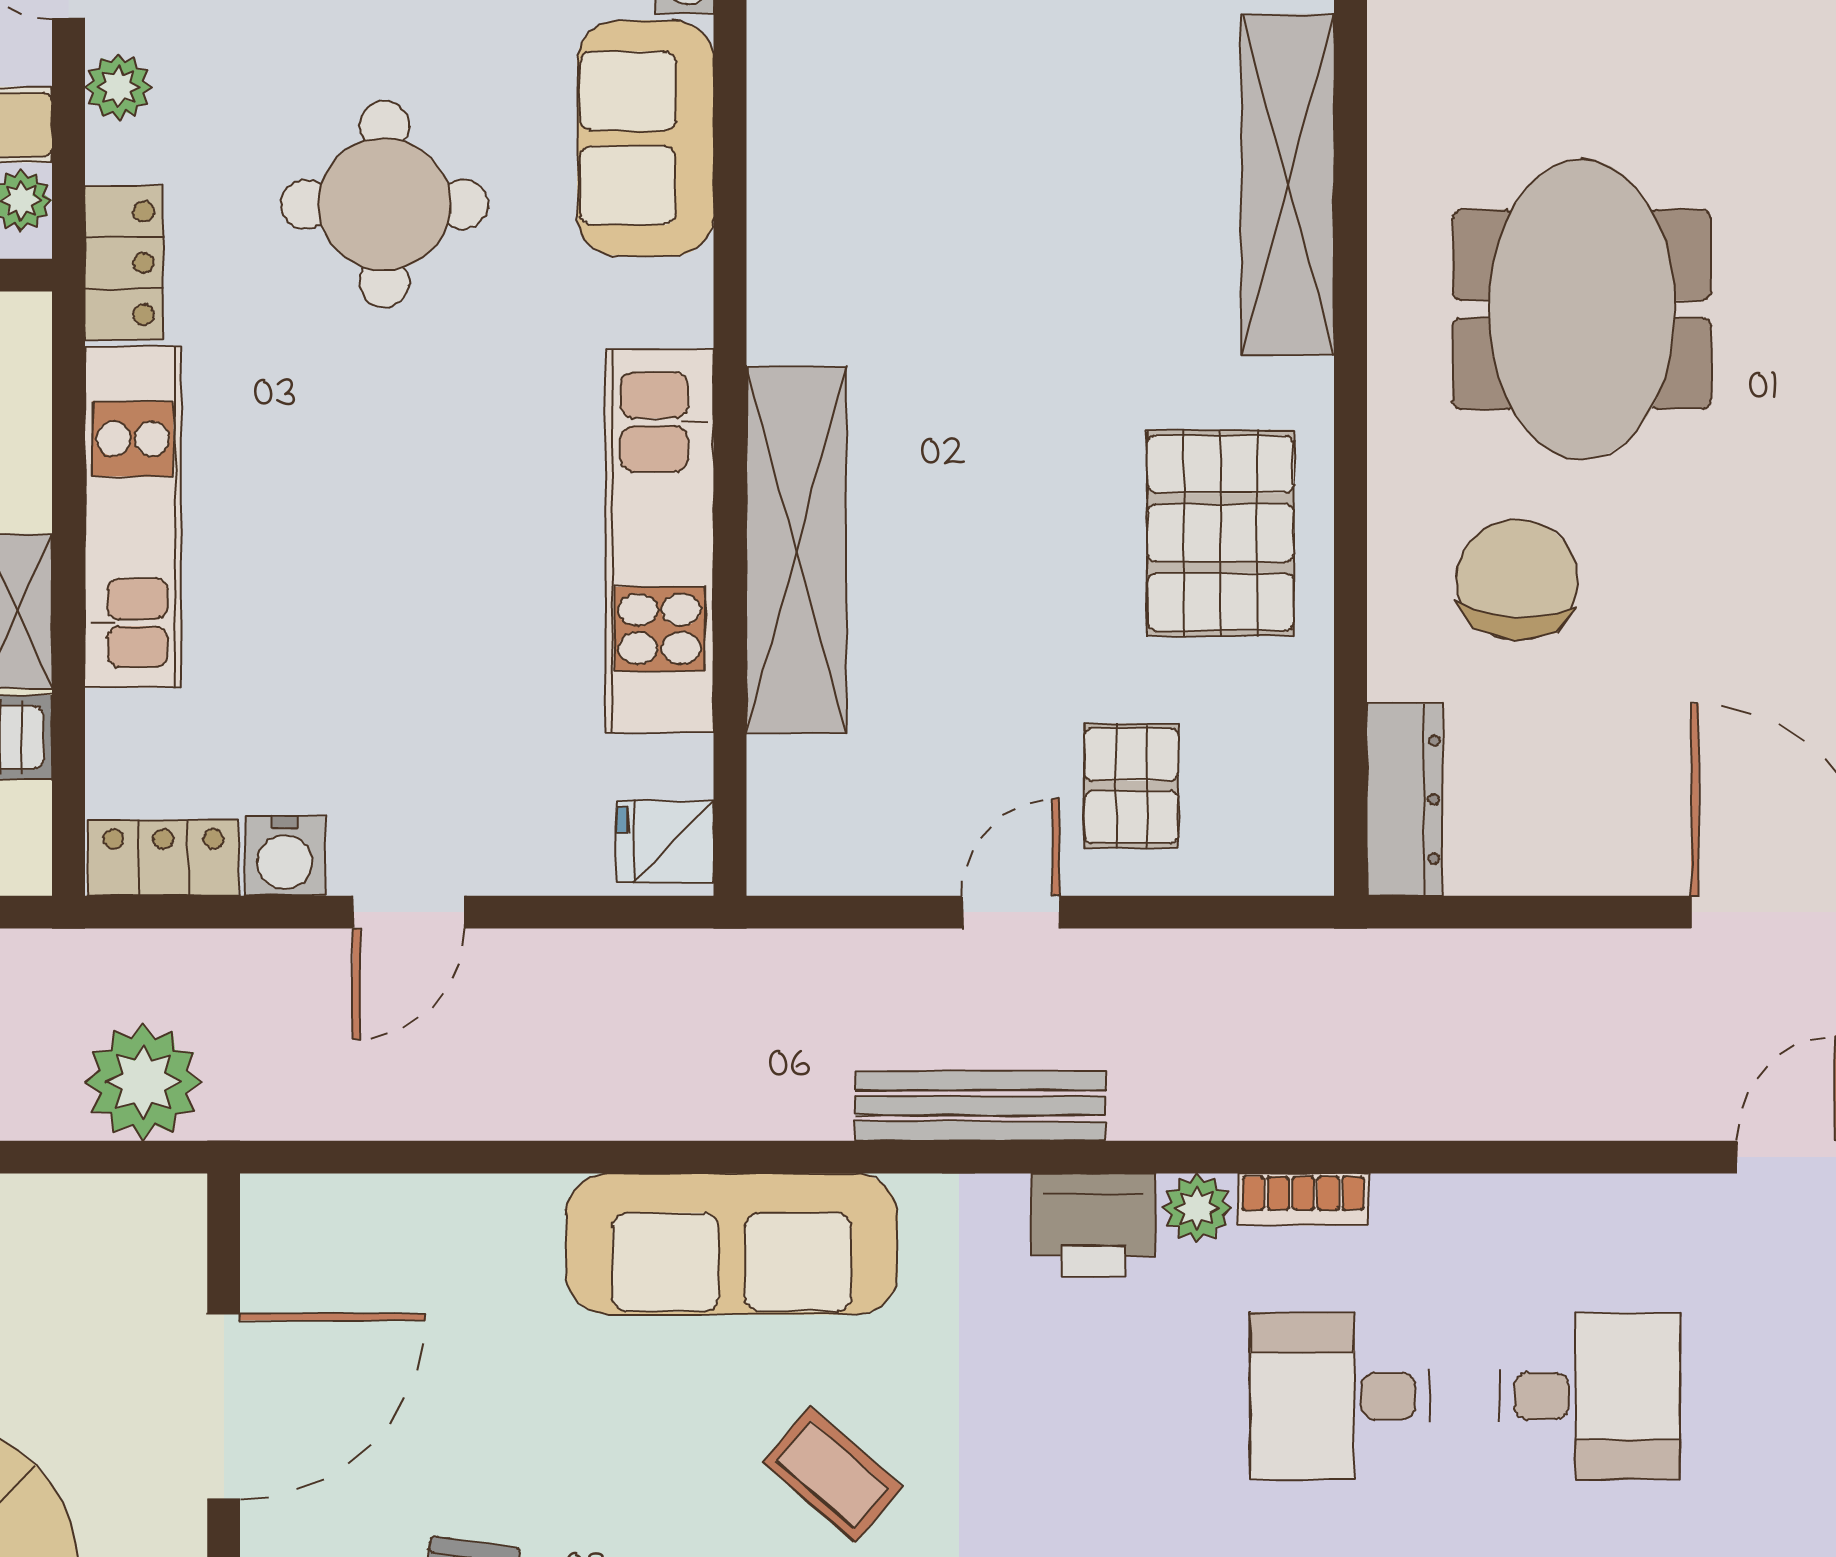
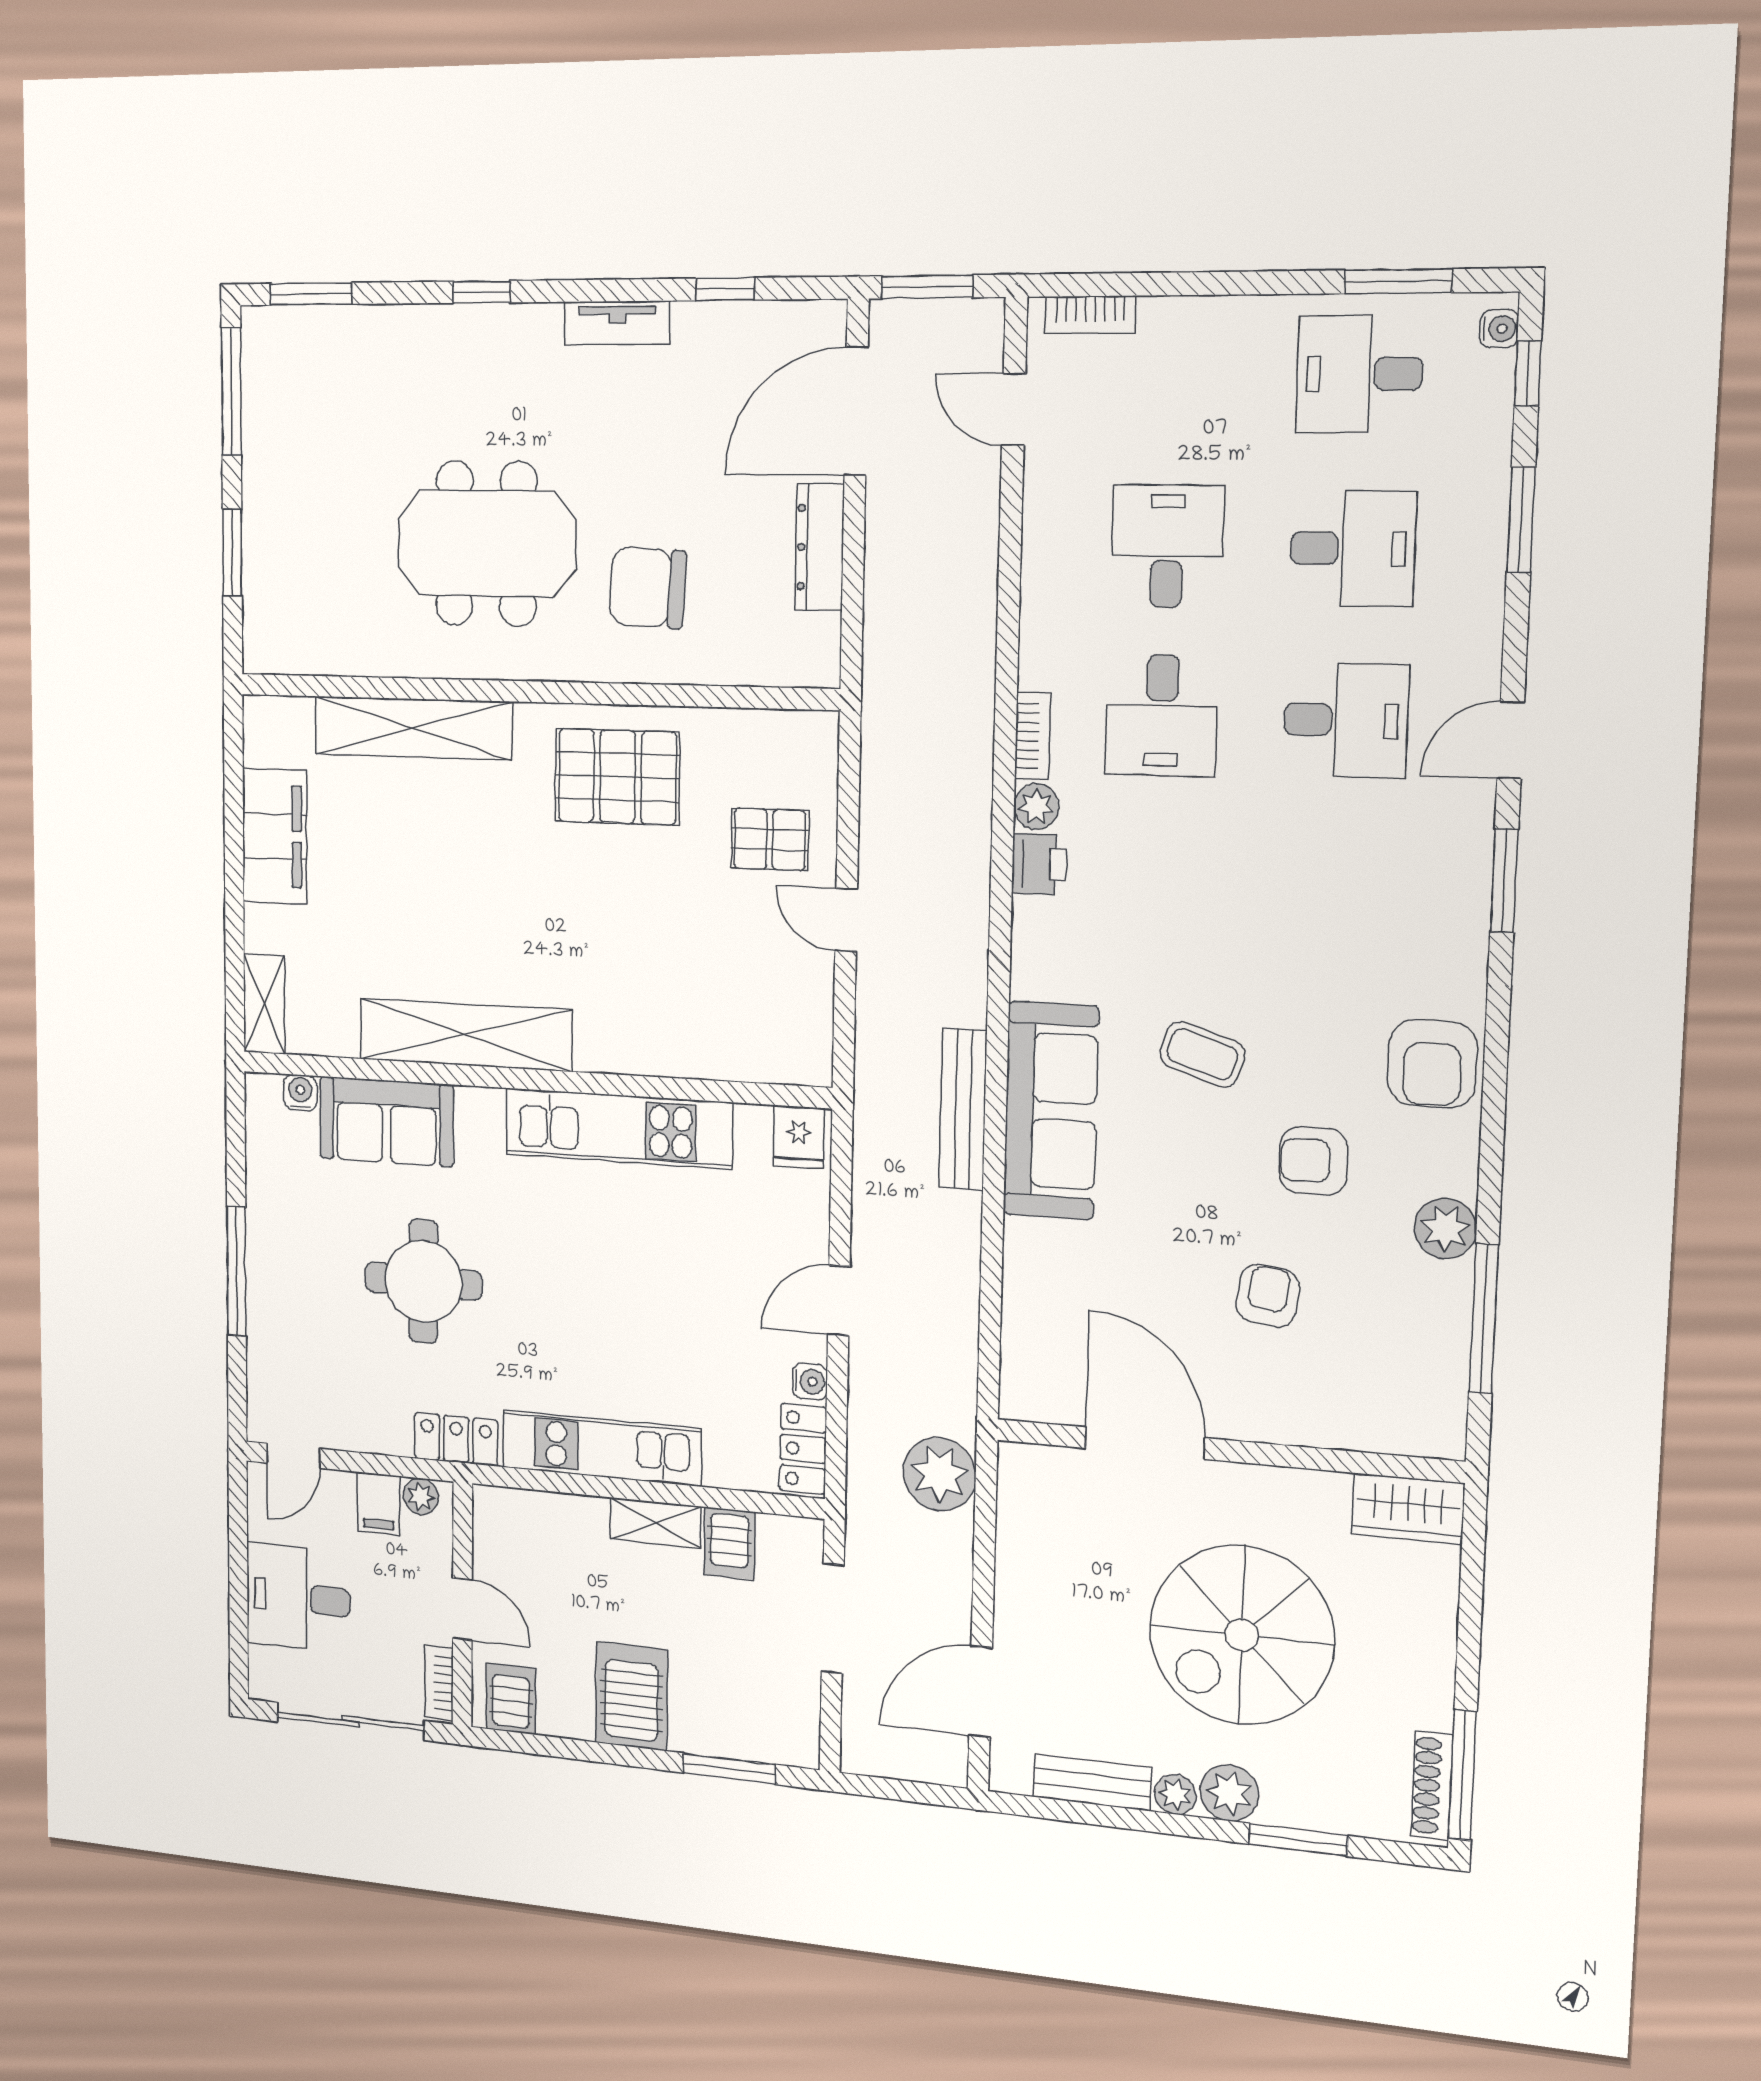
plant: (118, 87) -> (358, 1433), removed
shelving: (796, 550) -> (465, 1035), moved
dresser: (1405, 799) -> (819, 547), moved, turned -90
water cooler: (285, 856) -> (810, 1381), width x0.72, depth x0.72
door: (408, 912) -> (839, 1300), swing flipped
bench: (980, 1106) -> (963, 1109), moved
printer: (1093, 1225) -> (1039, 864), width x0.73, depth x0.81
coffee table: (832, 1475) -> (1202, 1054), turned 67

